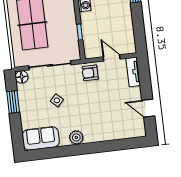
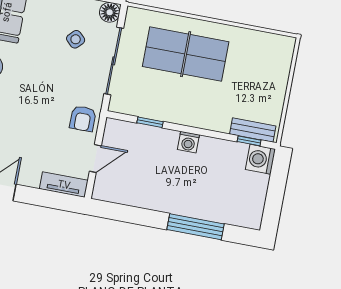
armchair: (90, 73) -> (83, 119), turned 180
side table: (57, 100) -> (76, 39), moved

